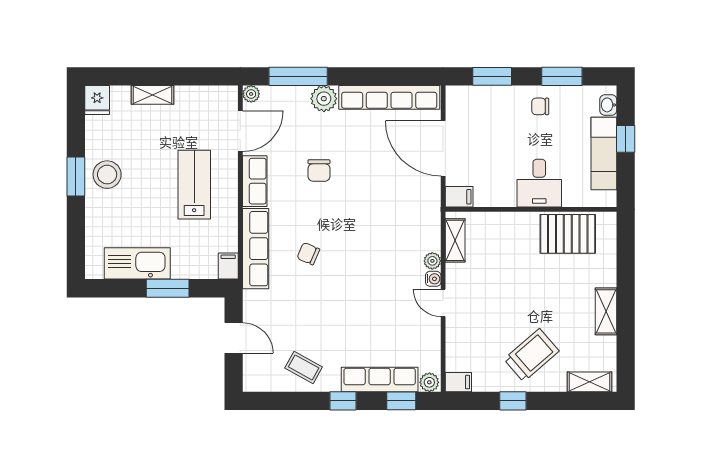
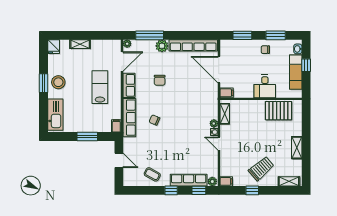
kitchen sink: (137, 263) -> (55, 115), moved, turned 90

